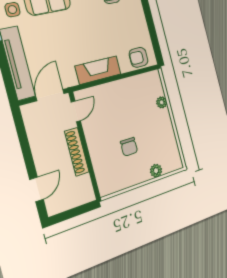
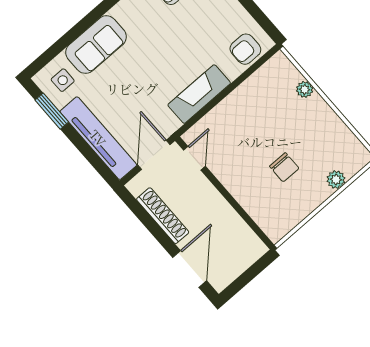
shoe rack: (77, 152) -> (163, 216), moved, turned 180
door: (37, 189) -> (190, 269), width x1.38

